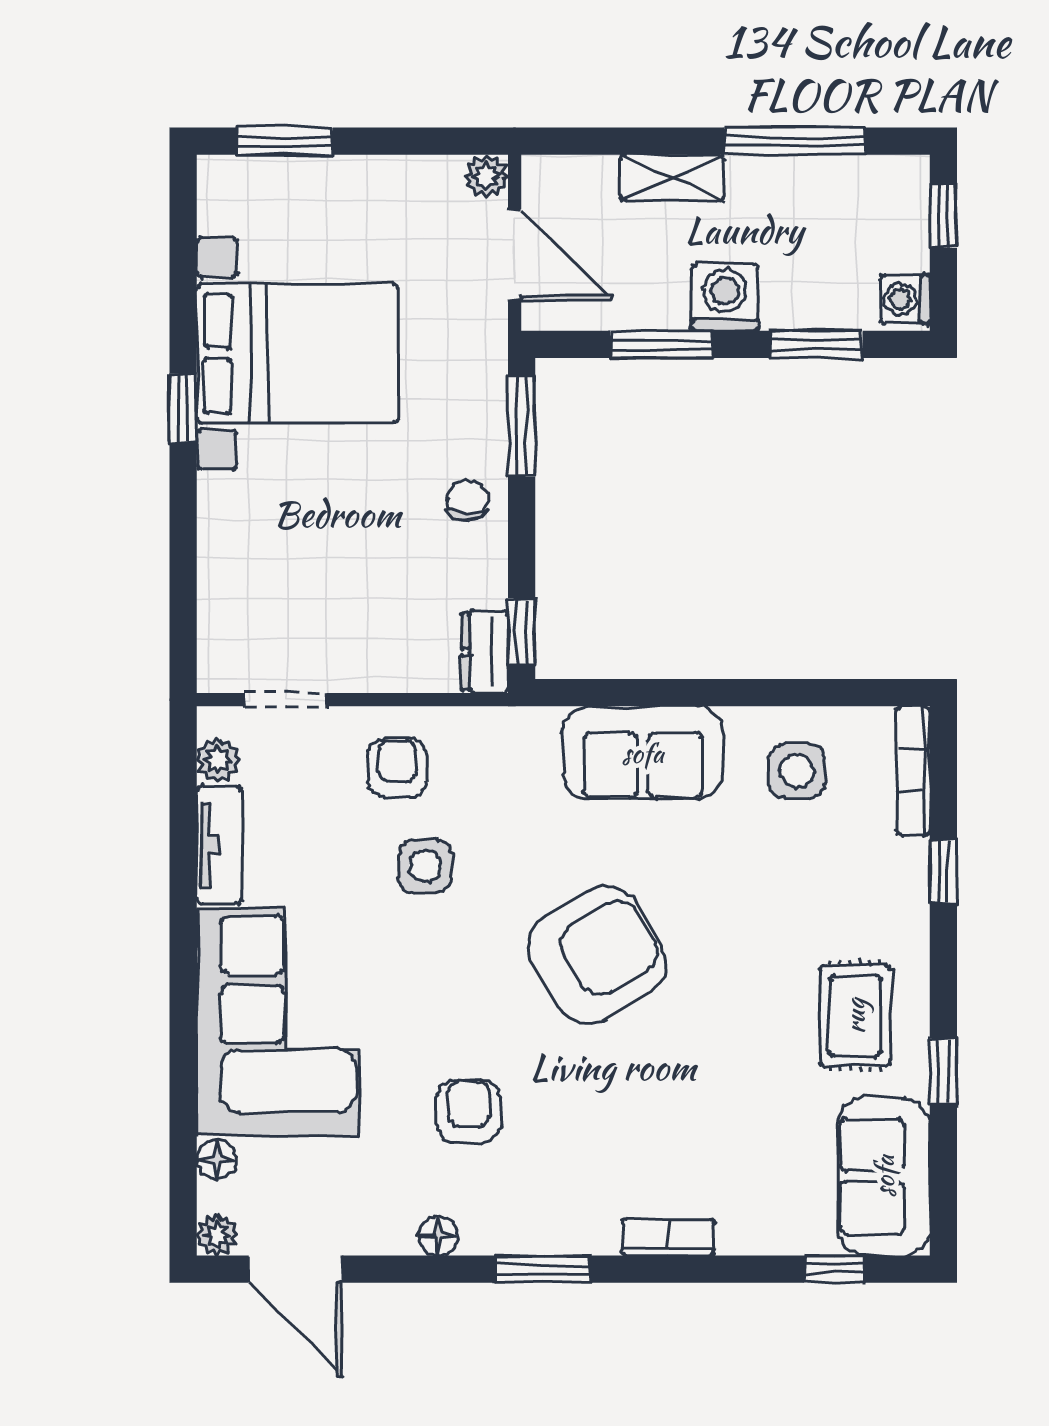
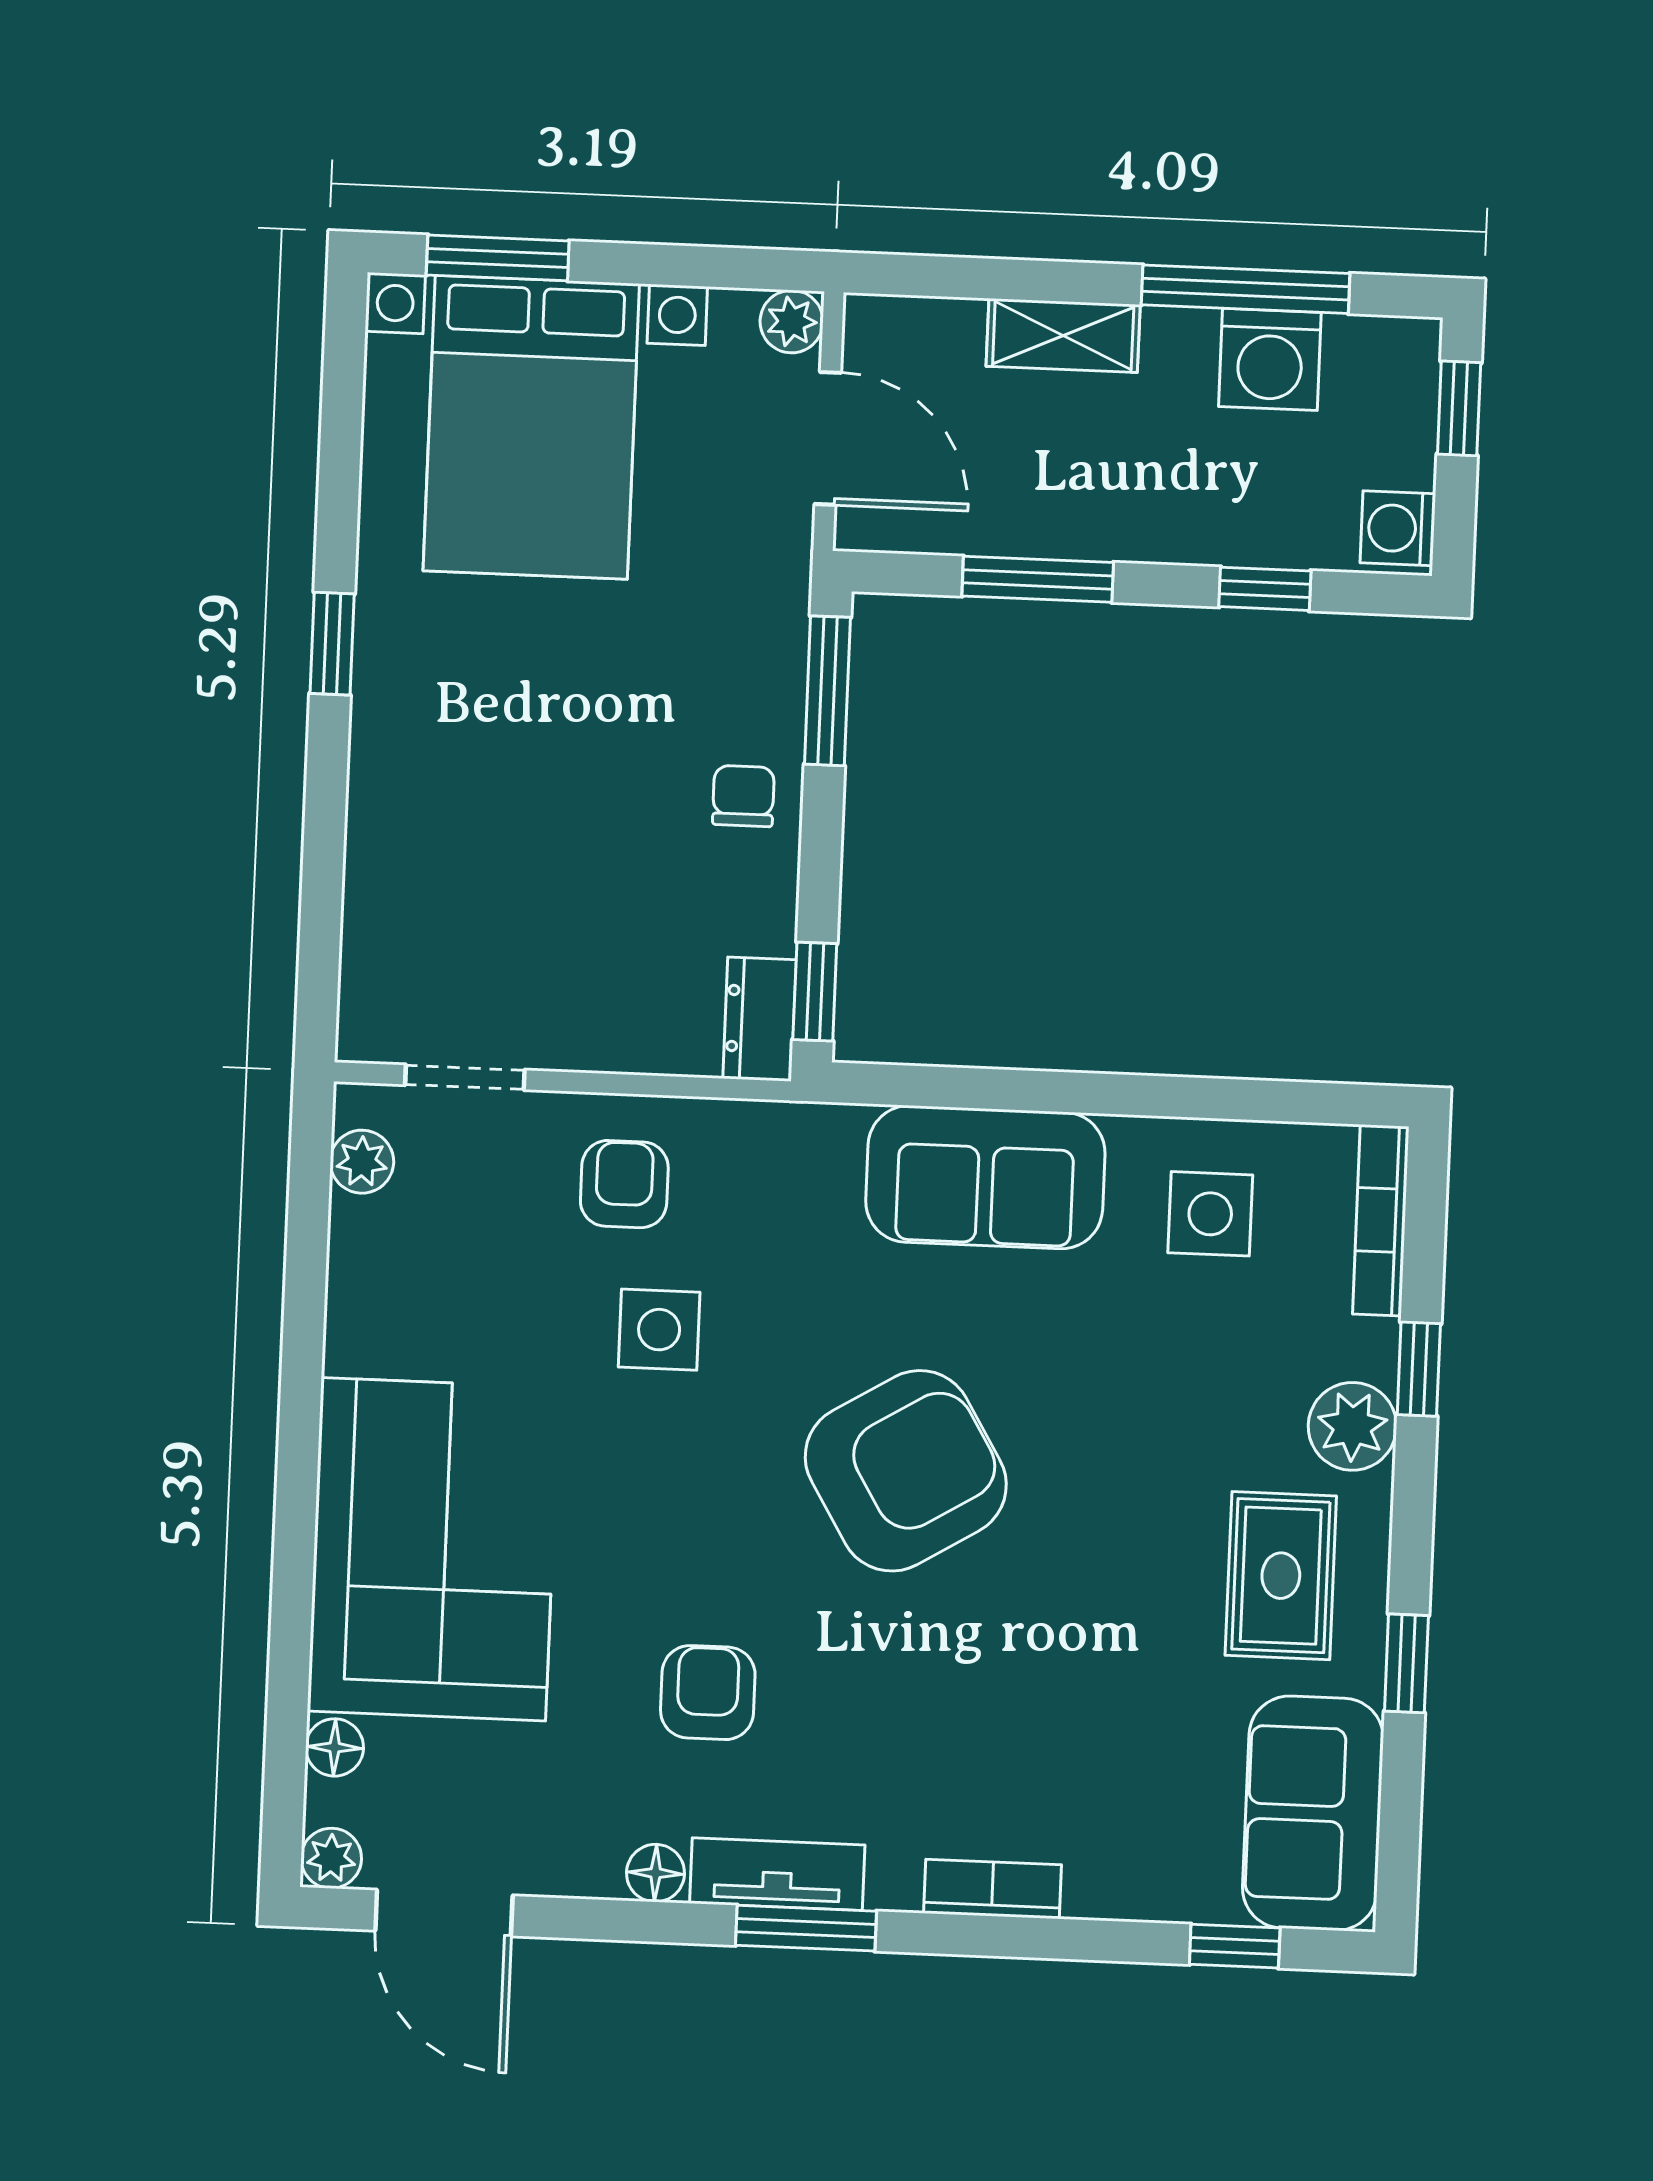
washing machine: (725, 297) -> (1270, 359), moved, turned 180
window: (816, 344) -> (1265, 589), width x0.67
bed with nightstands: (297, 353) -> (531, 427), moved, turned 90
tv unit: (219, 845) -> (777, 1874), moved, turned -90
plant: (900, 912) -> (1352, 1426), added

